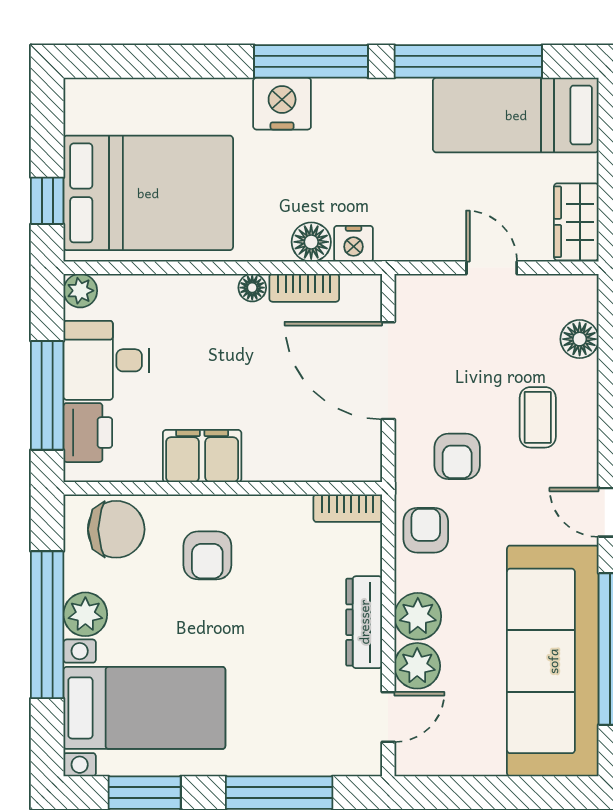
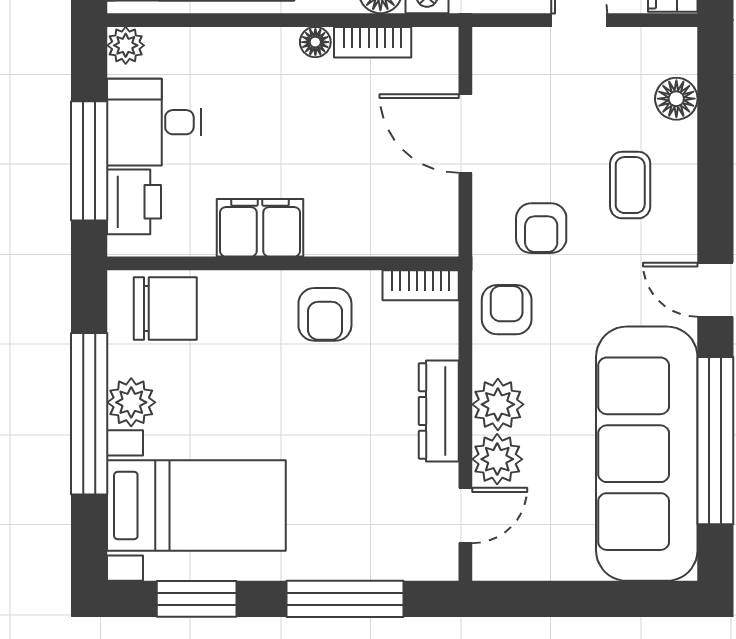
door: (388, 371) -> (465, 133), width x0.73
armchair: (207, 555) -> (325, 314), moved

